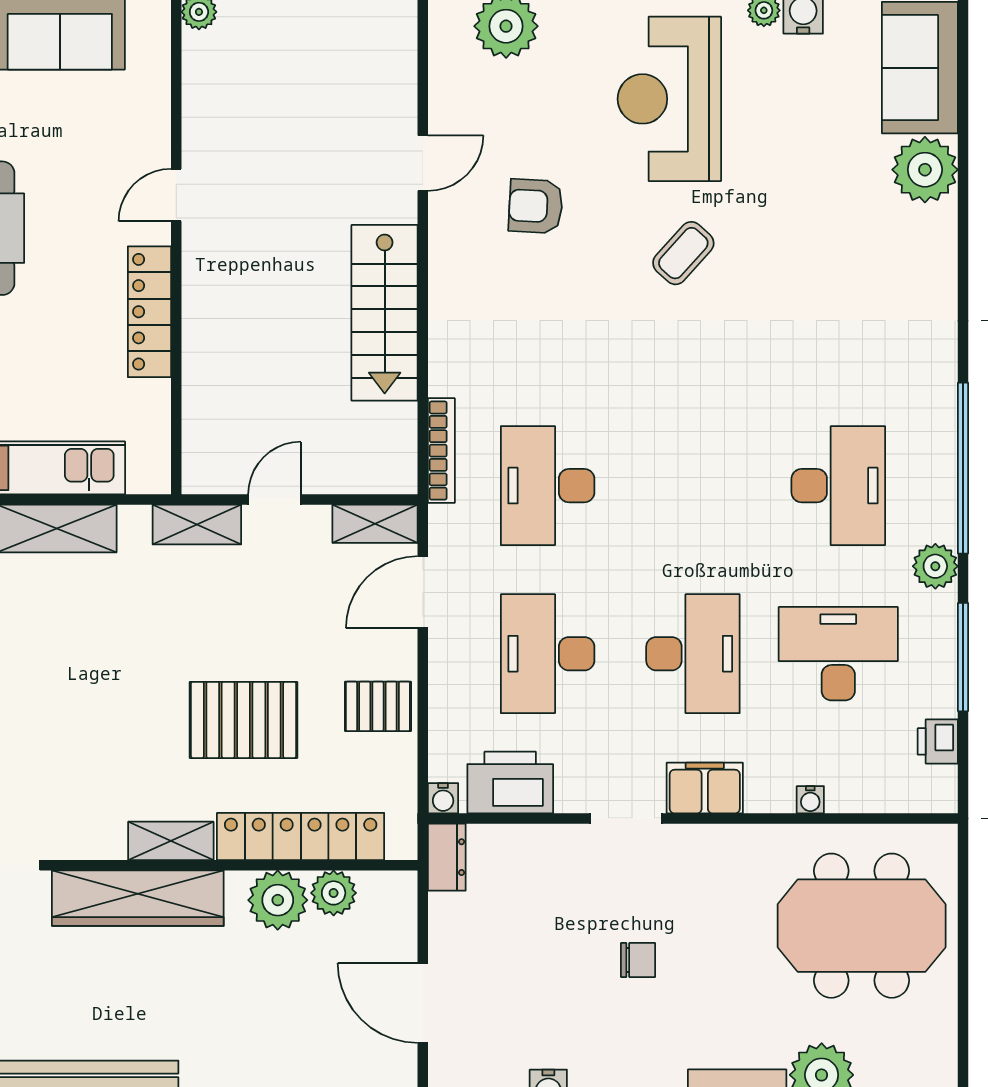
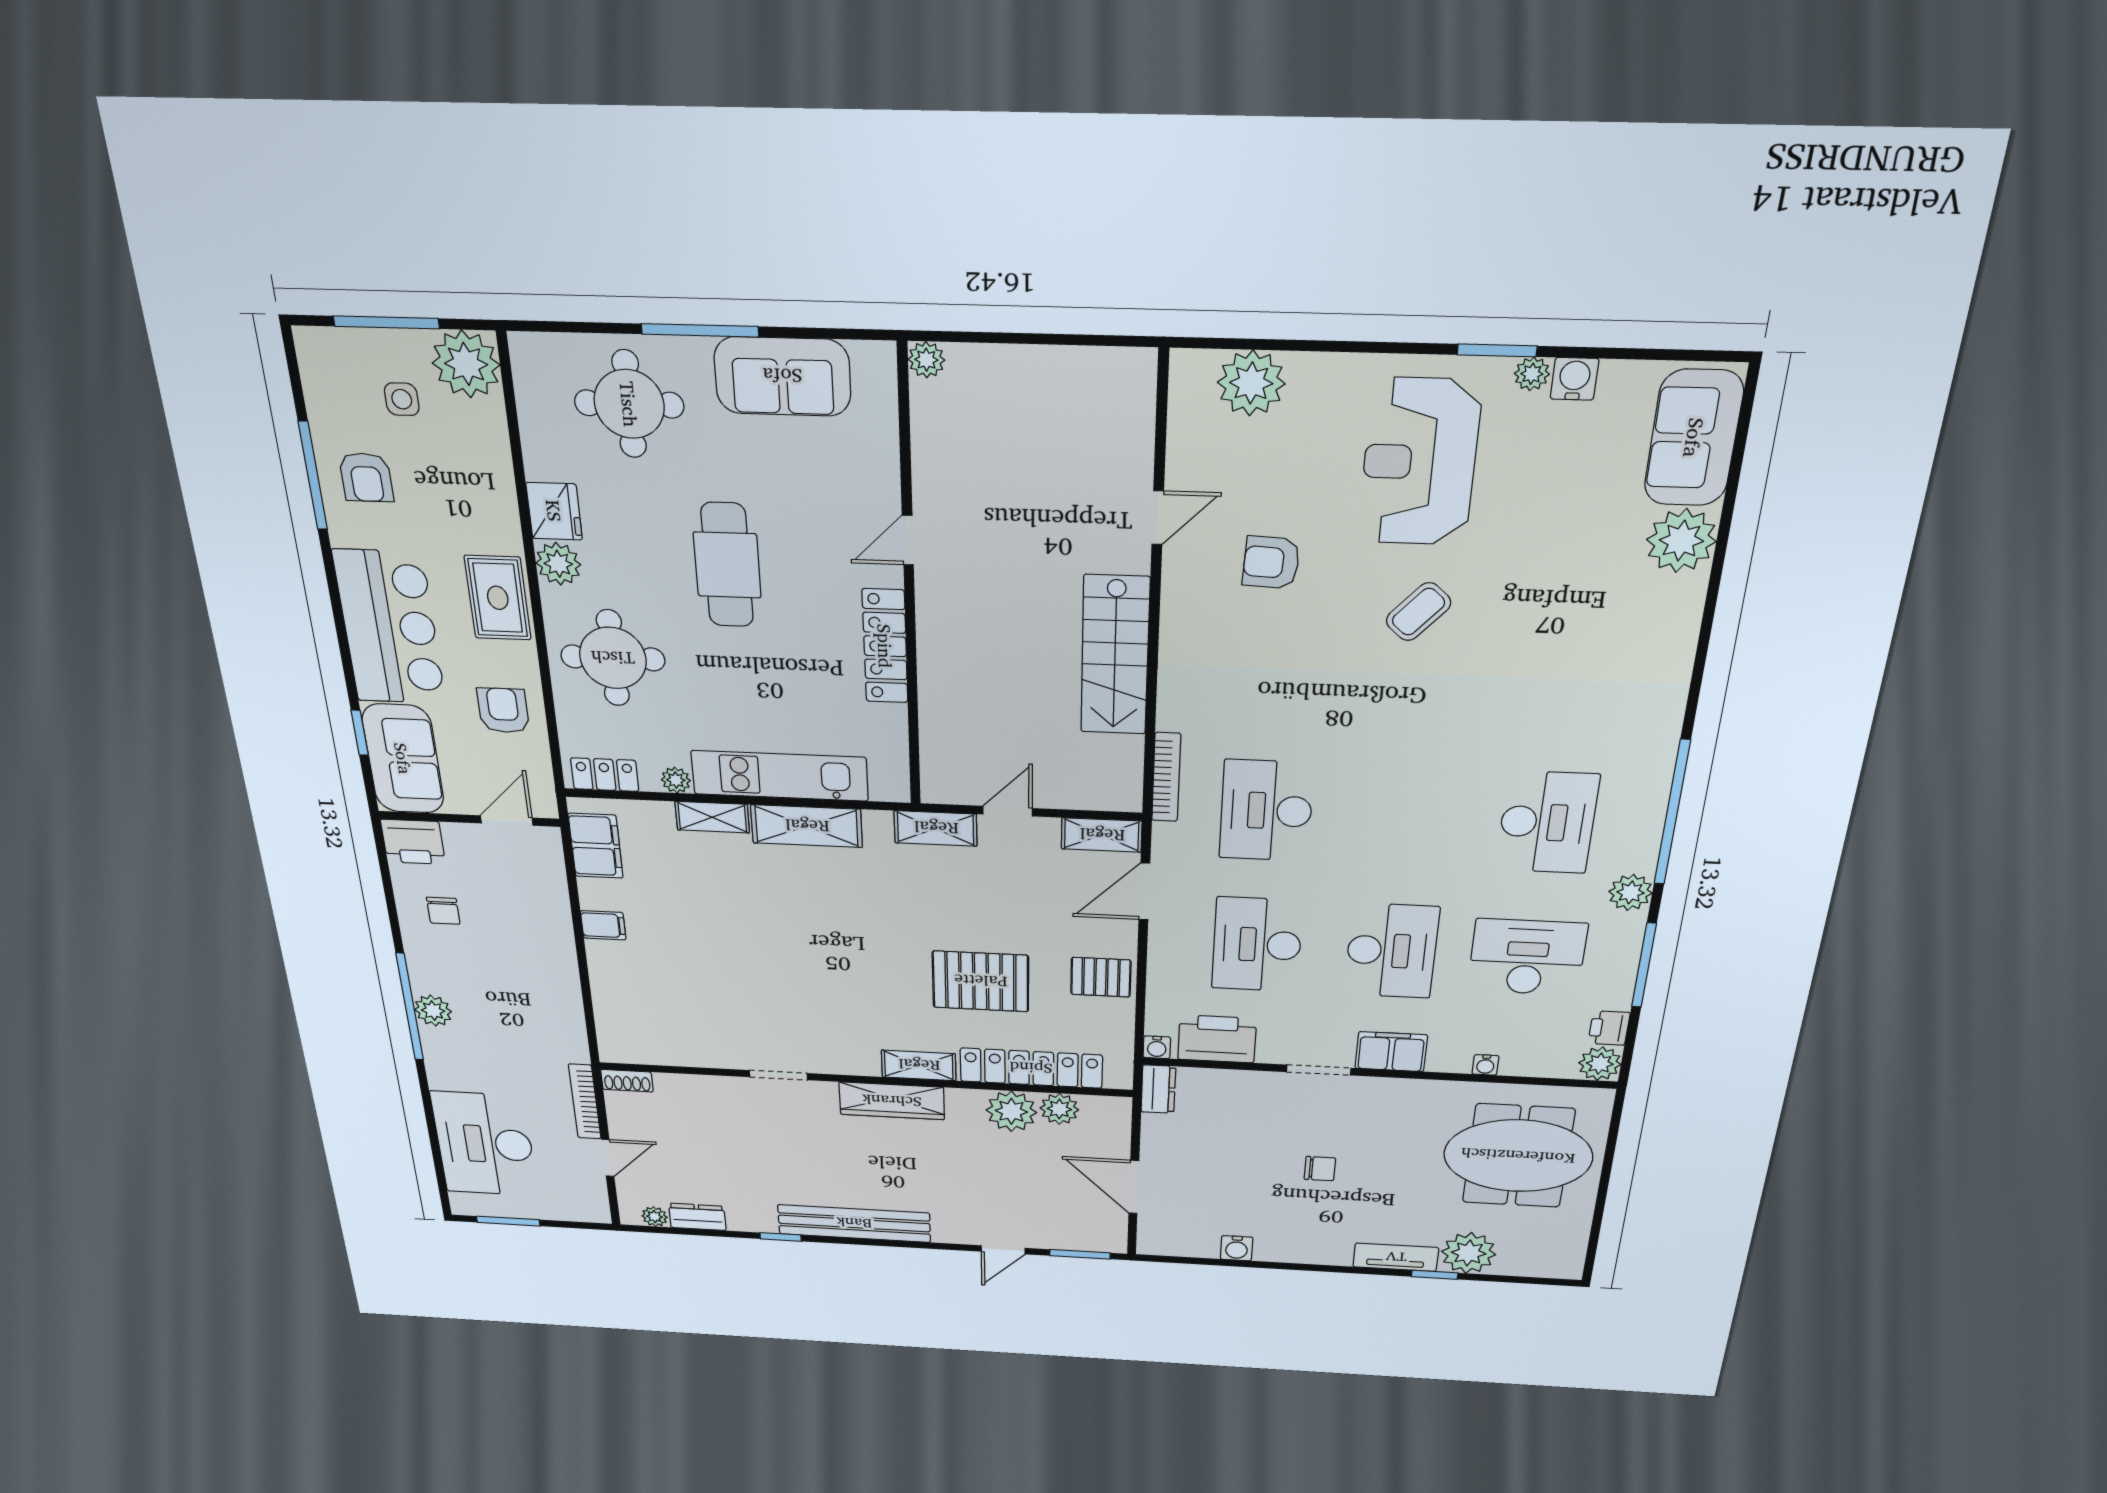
plant: (935, 790) -> (1600, 1064), added
wardrobe: (138, 898) -> (892, 1101), width x0.71, depth x0.85

